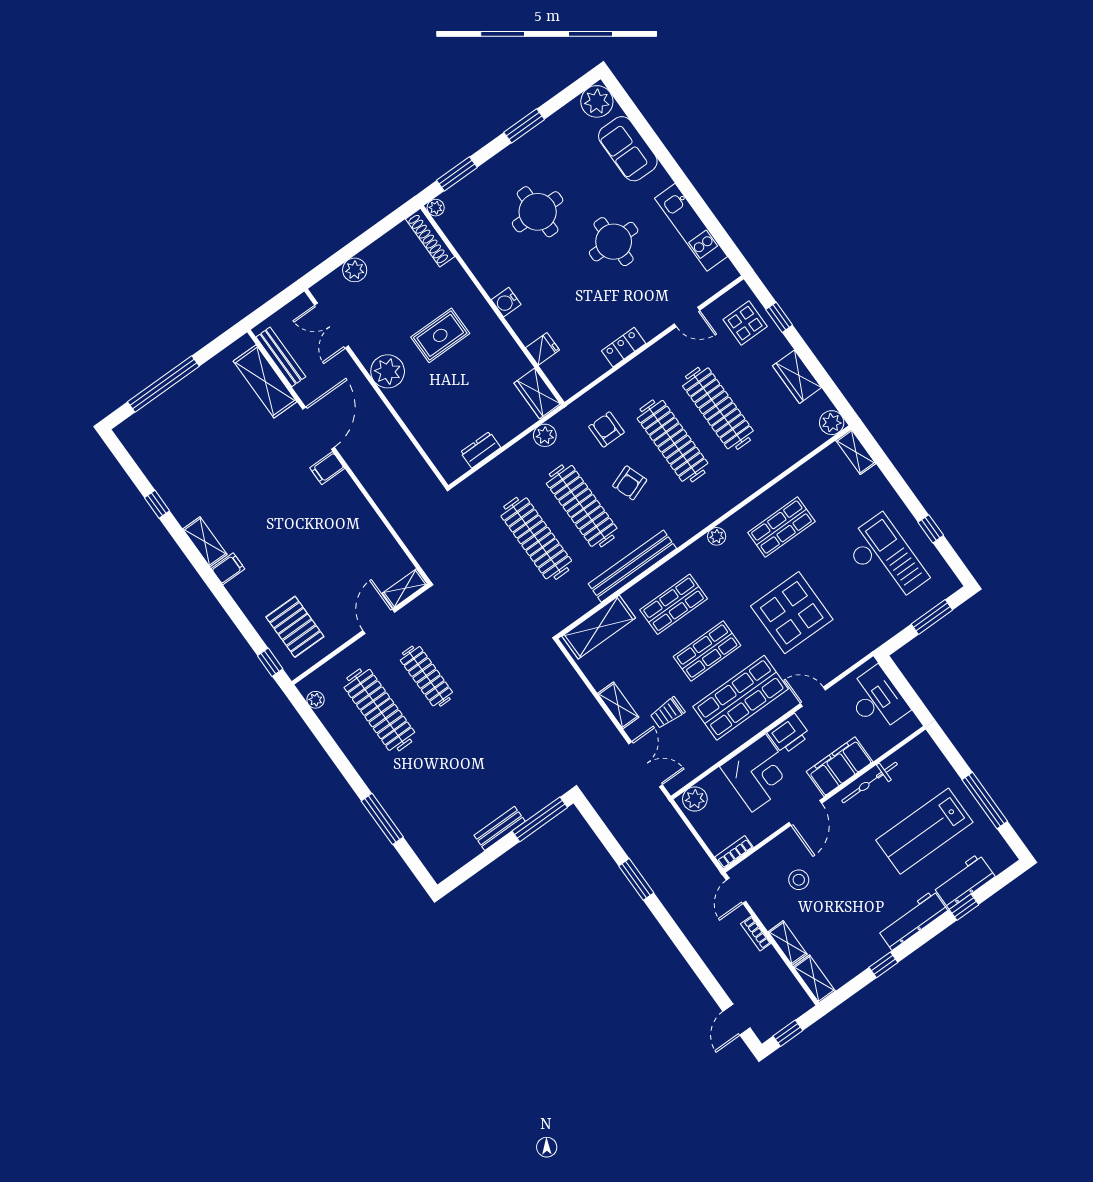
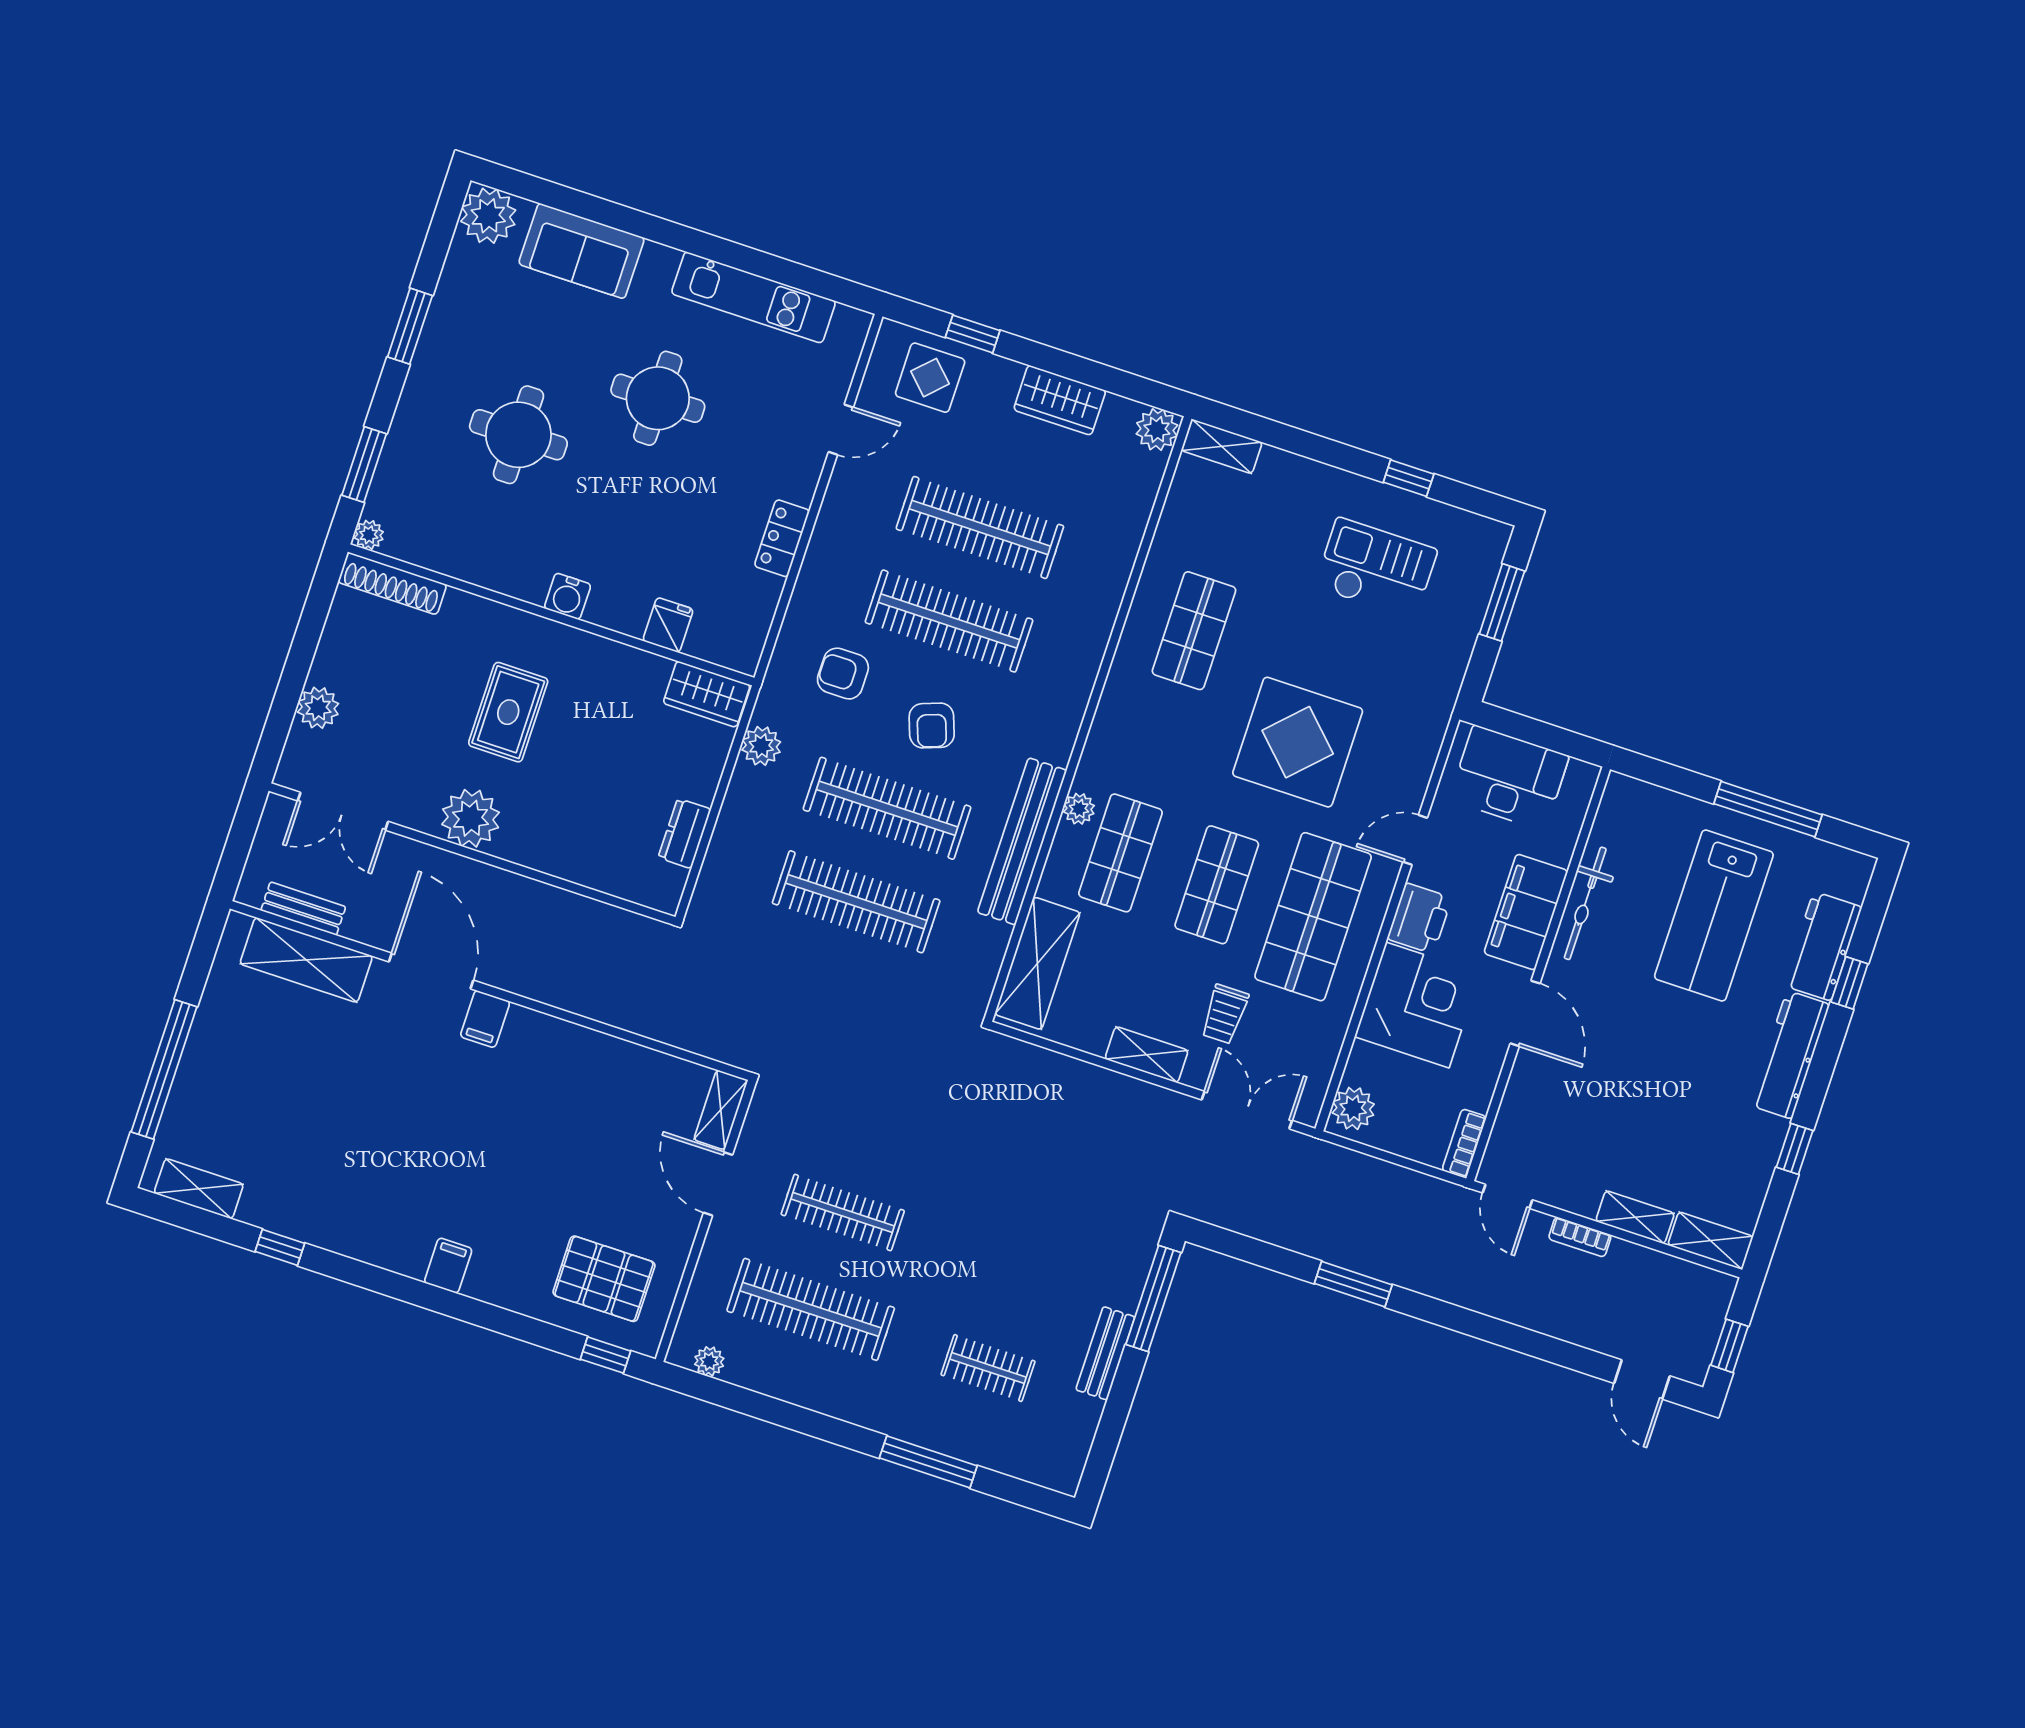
bench: (281, 357) -> (303, 909), width x0.73
plant: (717, 536) -> (1079, 809), moved
shelving: (205, 542) -> (199, 1189), moved
checkout: (886, 559) -> (1376, 568), width x0.73, depth x0.83
clothes rail: (441, 796) -> (988, 1368), added
stool: (799, 880) -> (1585, 1116), removed

